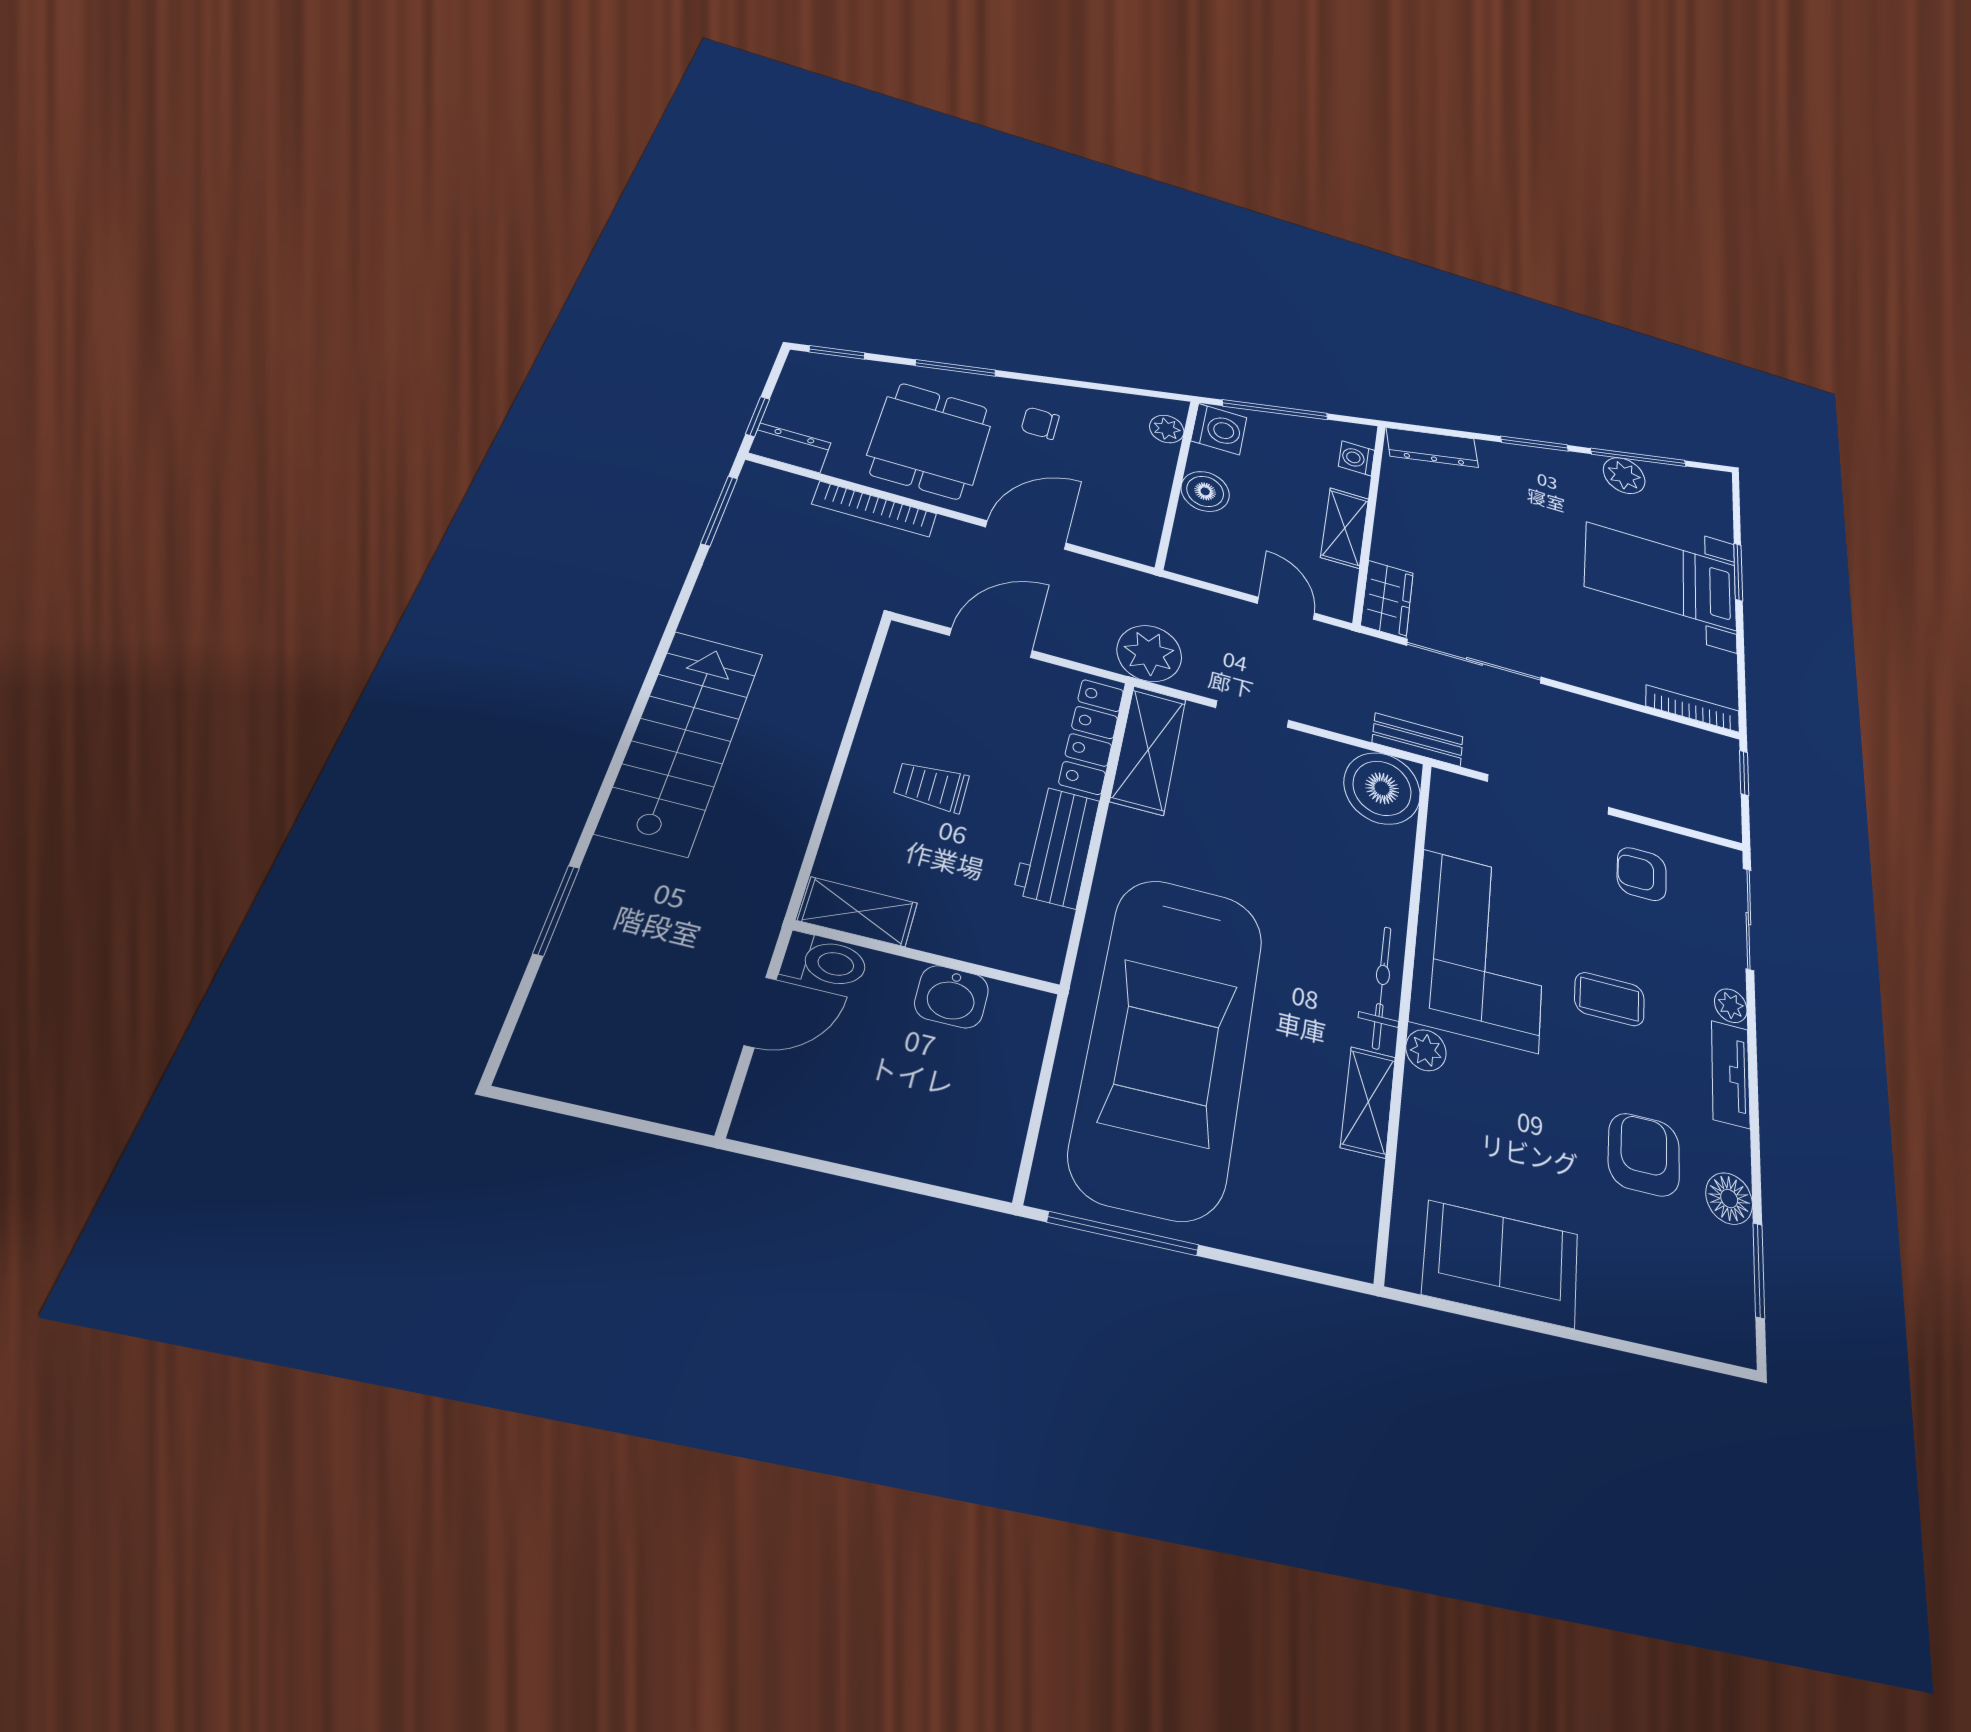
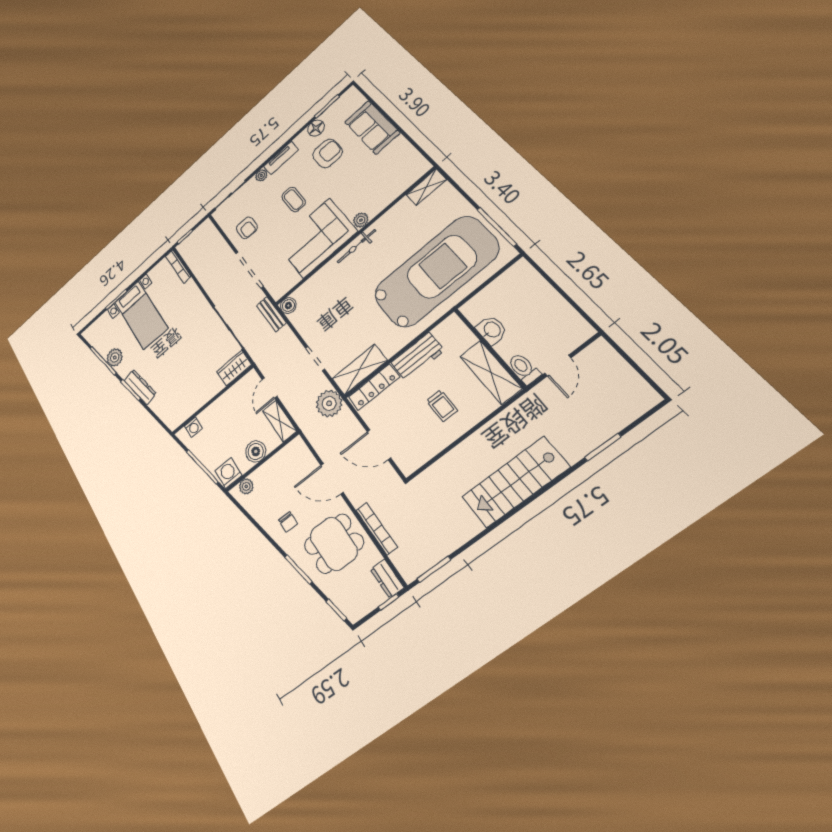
dresser: (1432, 447) -> (140, 387), moved
shelving: (1345, 528) -> (280, 421), moved, turned 90
boiler: (1382, 788) -> (288, 306), width x0.54, depth x0.54
shelving: (858, 912) -> (491, 372), width x1.50, depth x1.33
door: (760, 1012) -> (558, 366), swing flipped
shelving: (1368, 1102) -> (426, 187), moved
armchair: (1644, 1154) -> (327, 153), turned 180
sofa: (1501, 1264) -> (372, 127), moved

